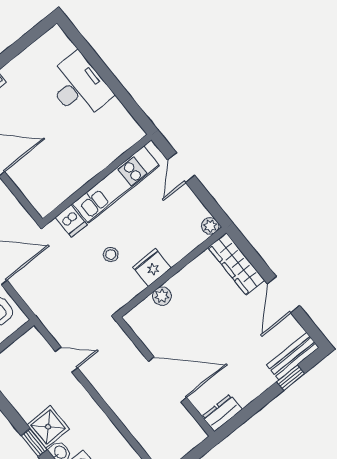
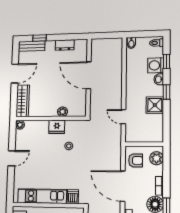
wall: (97, 179) -> (48, 205), moved
kitchen unit: (116, 185) -> (42, 196), moved
dishwasher: (71, 221) -> (73, 197), moved
dresser: (222, 413) -> (65, 45), moved
shower: (48, 427) -> (155, 105), moved

